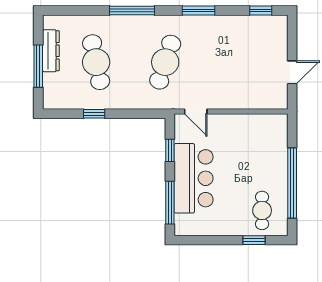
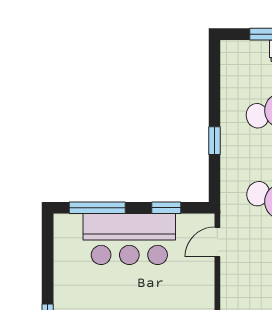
window: (94, 114) -> (214, 141), moved

